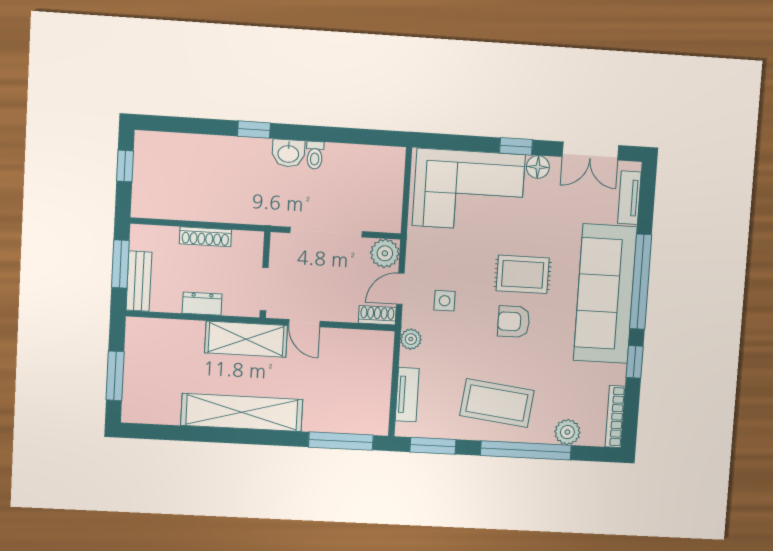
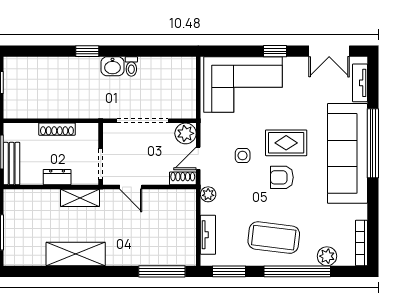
floor lamp: (538, 167) -> (292, 65), removed
side table: (445, 301) -> (243, 155), moved
shelving: (246, 339) -> (80, 198), width x0.67, depth x0.75
window: (635, 362) -> (373, 202), removed
shelving: (242, 412) -> (76, 254), width x0.68

